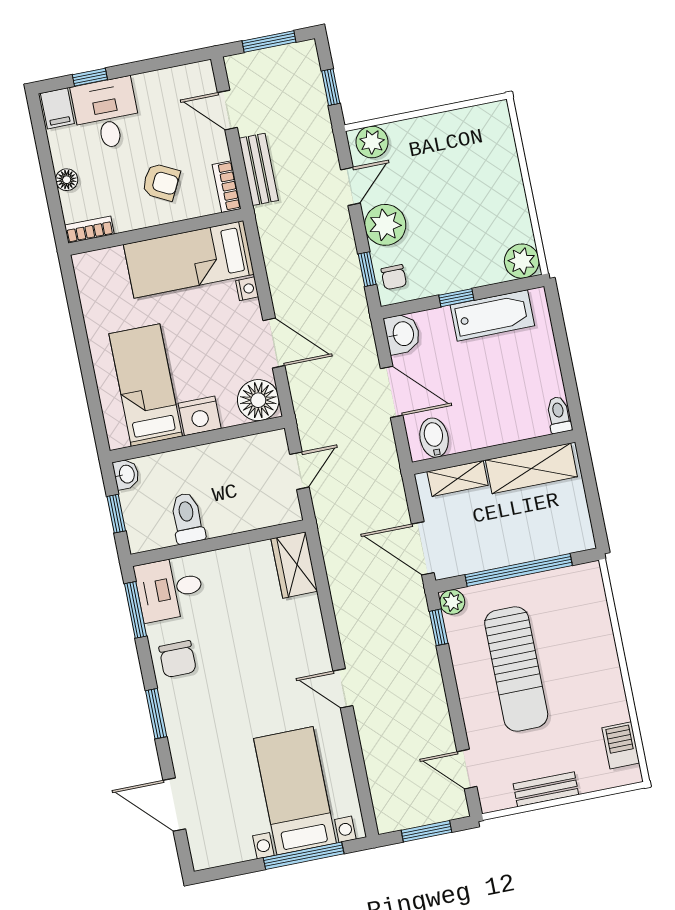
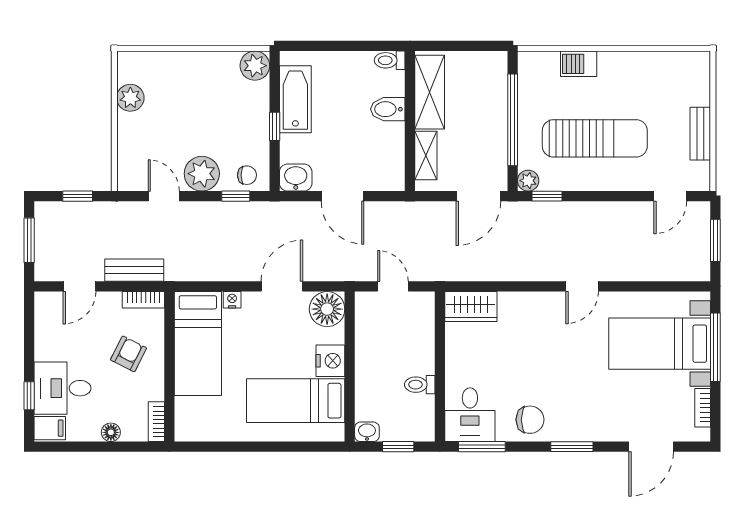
plant: (372, 142) -> (130, 98), moved
door: (392, 392) -> (342, 196), swing flipped
bidet: (434, 438) -> (388, 109), moved
toilet: (187, 518) -> (420, 385), width x0.73, depth x0.72
barbecue: (621, 745) -> (579, 64), moved
bookcase: (231, 855) -> (703, 408), added

